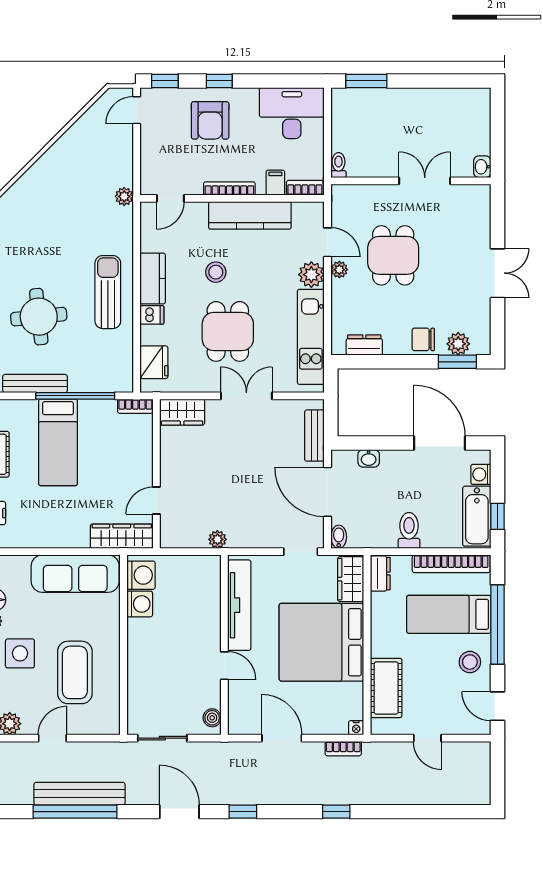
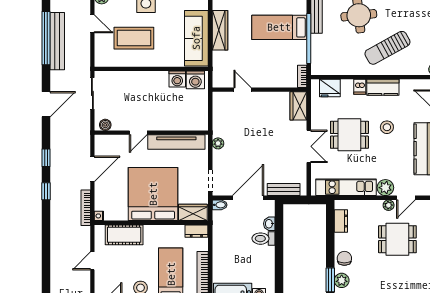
sun lounger: (108, 292) -> (387, 48), moved, turned 151
door: (440, 443) -> (279, 269), removed
toilet: (409, 530) -> (263, 239), moved, turned 180
wardrobe: (122, 536) -> (220, 30), moved
plant: (217, 539) -> (218, 143), moved
bookcase: (343, 749) -> (86, 208), width x1.56
window: (243, 812) -> (46, 158), moved
window: (336, 812) -> (46, 191), moved

